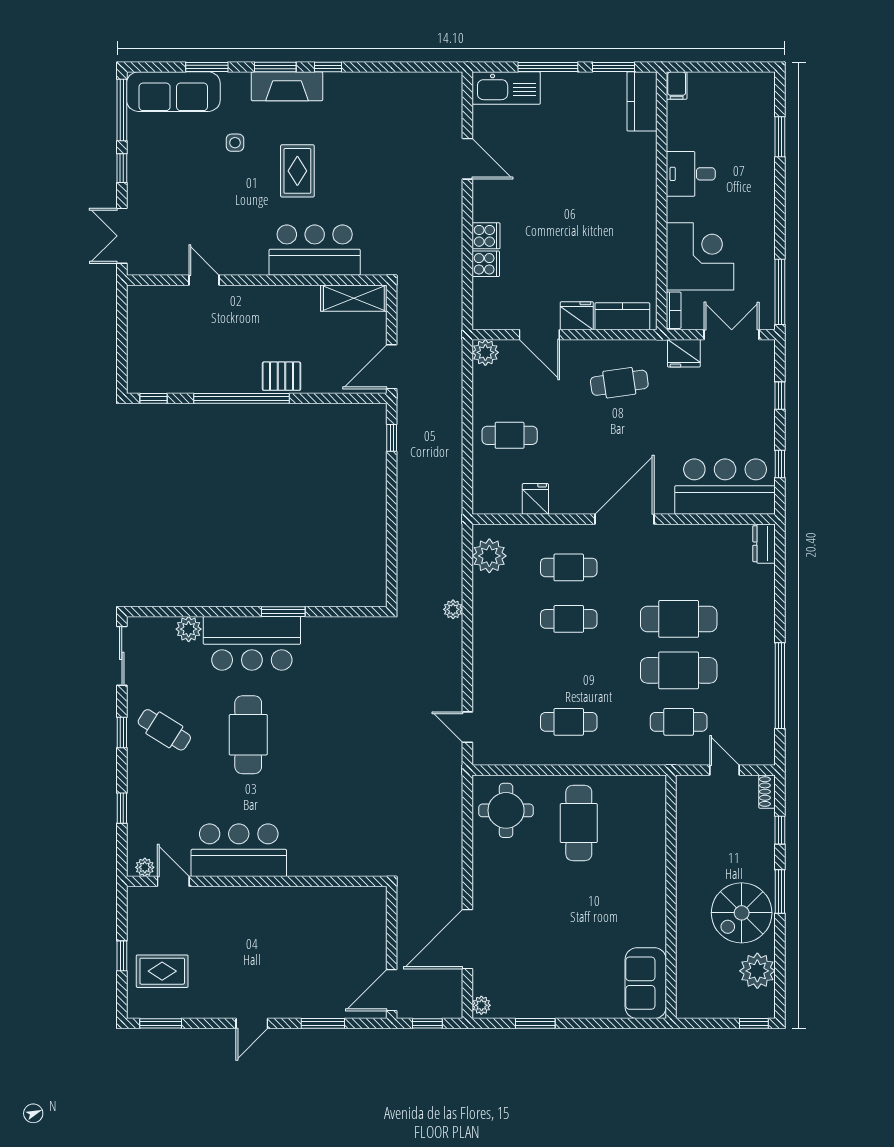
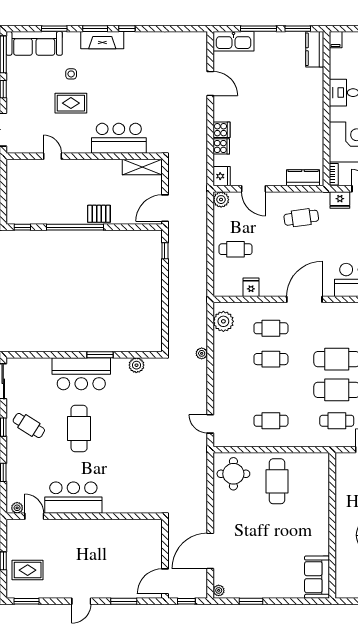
rug: (297, 171) -> (71, 103), moved, turned 90
fridge: (577, 316) -> (222, 176), moved, turned 90
plant: (189, 629) -> (136, 365), moved

